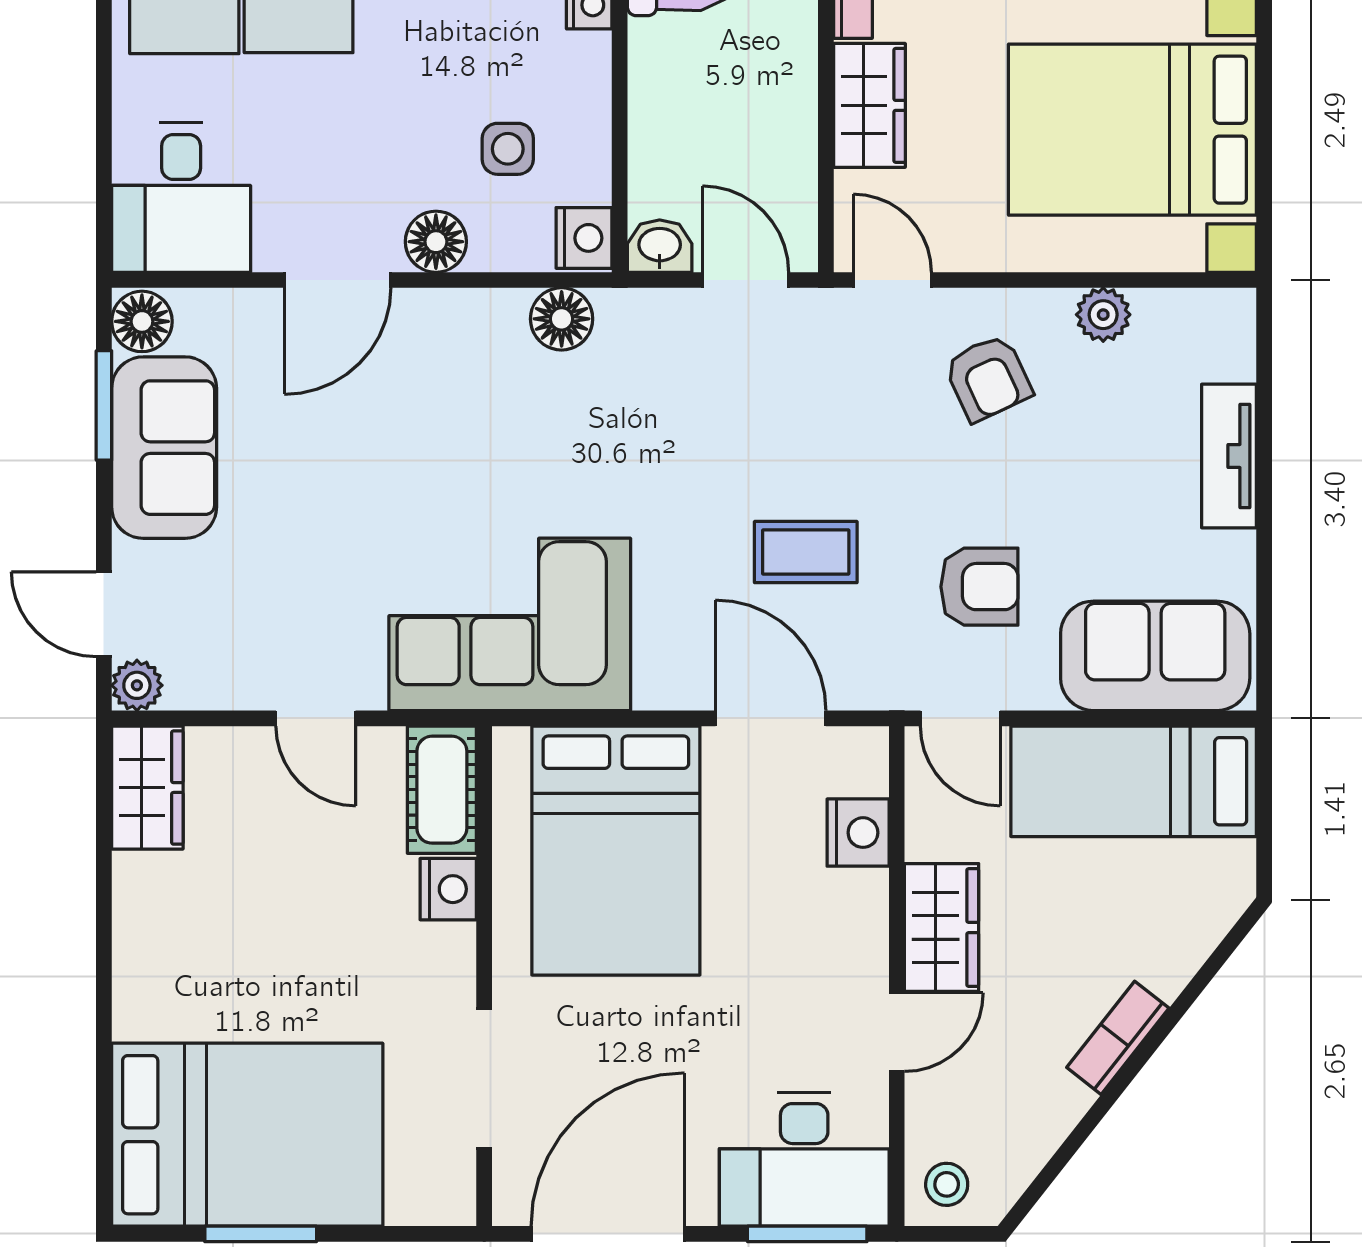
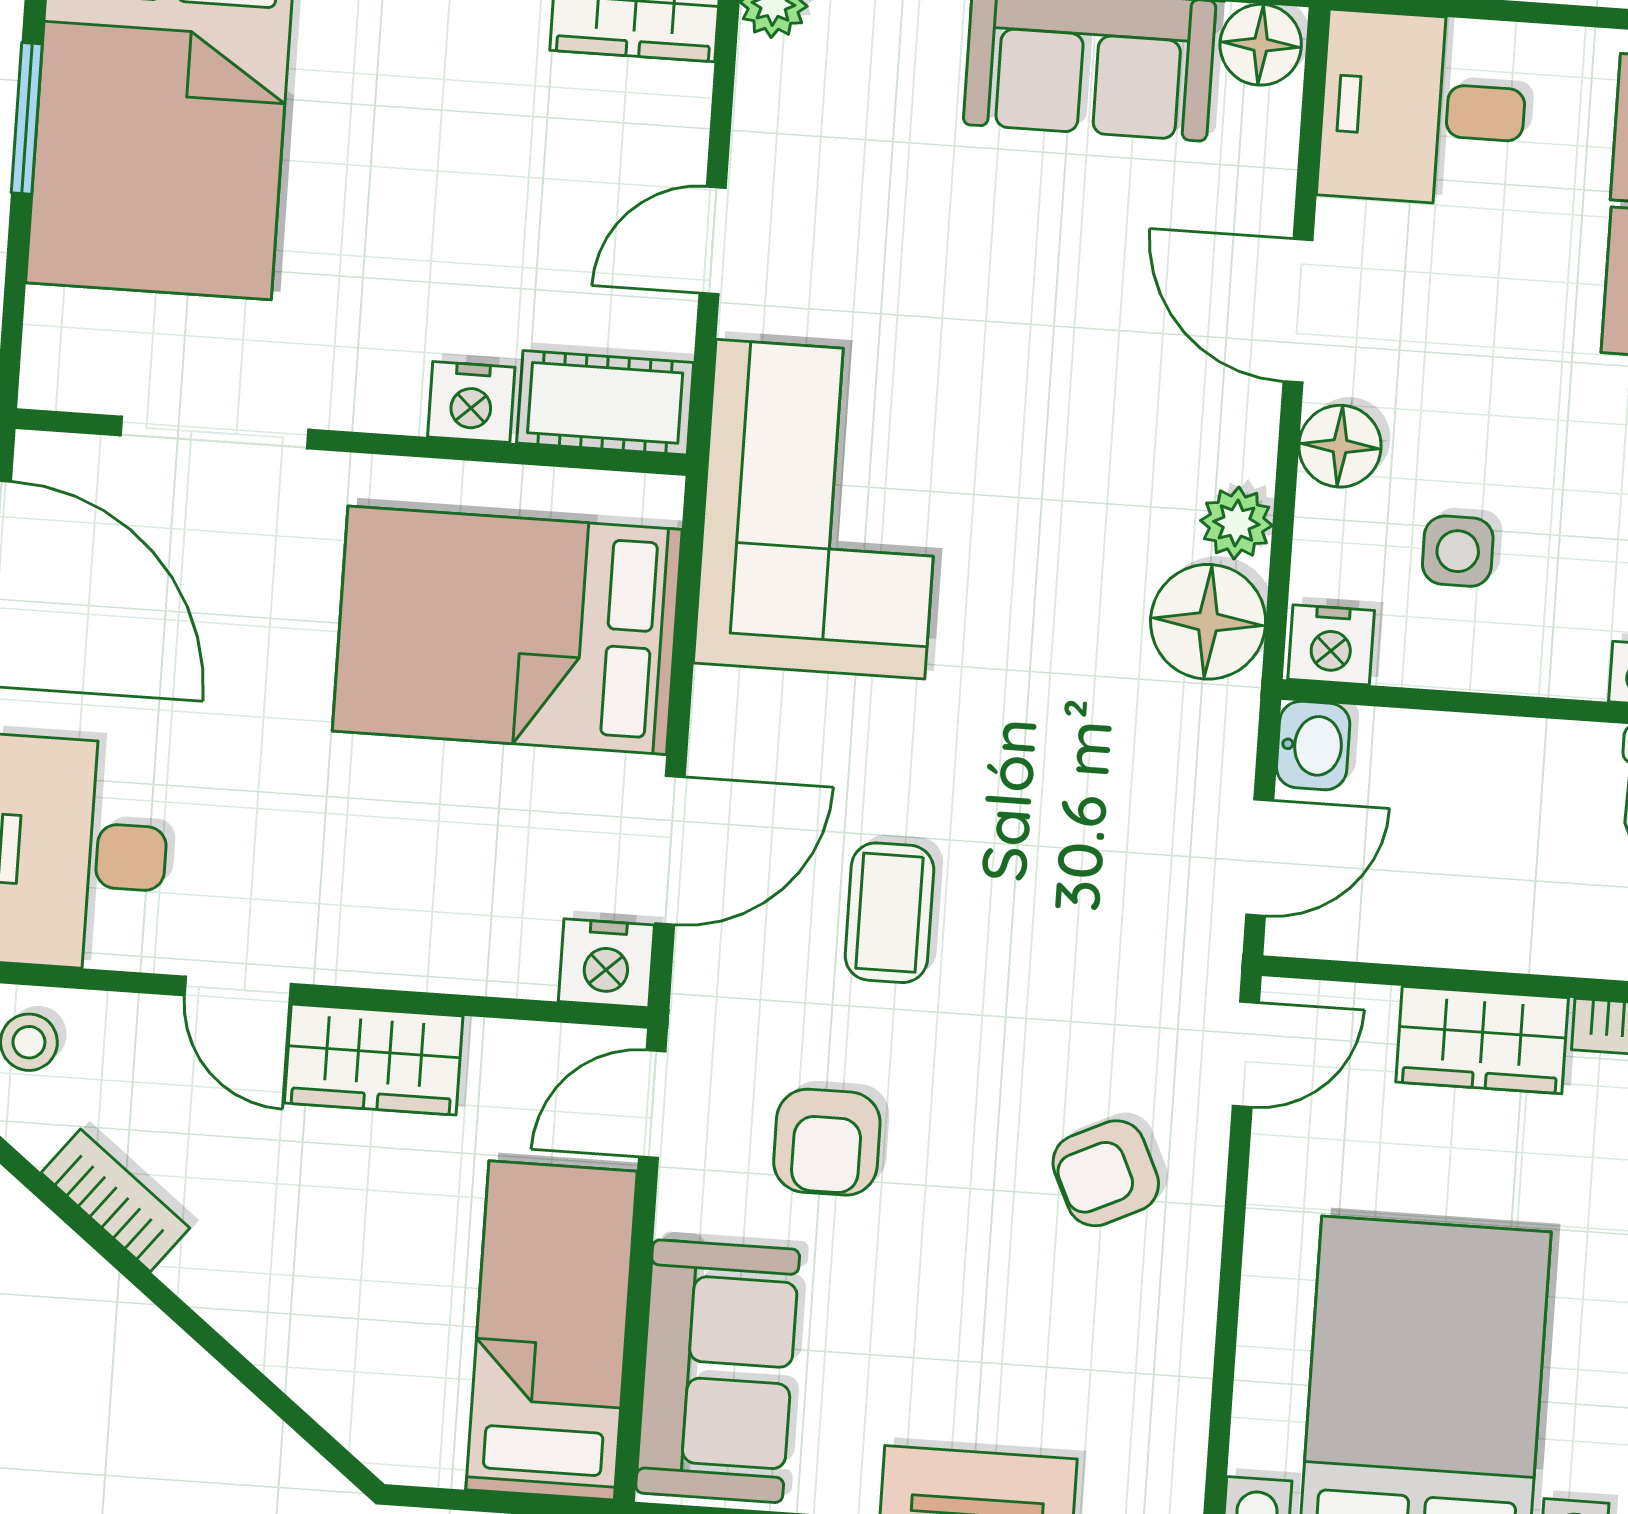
plant: (1103, 315) -> (1236, 523), moved
floor lamp: (562, 319) -> (1208, 622), width x1.38, depth x1.38
nightstand: (858, 833) -> (606, 963), moved
bookcase: (1118, 1038) -> (115, 1200), moved

